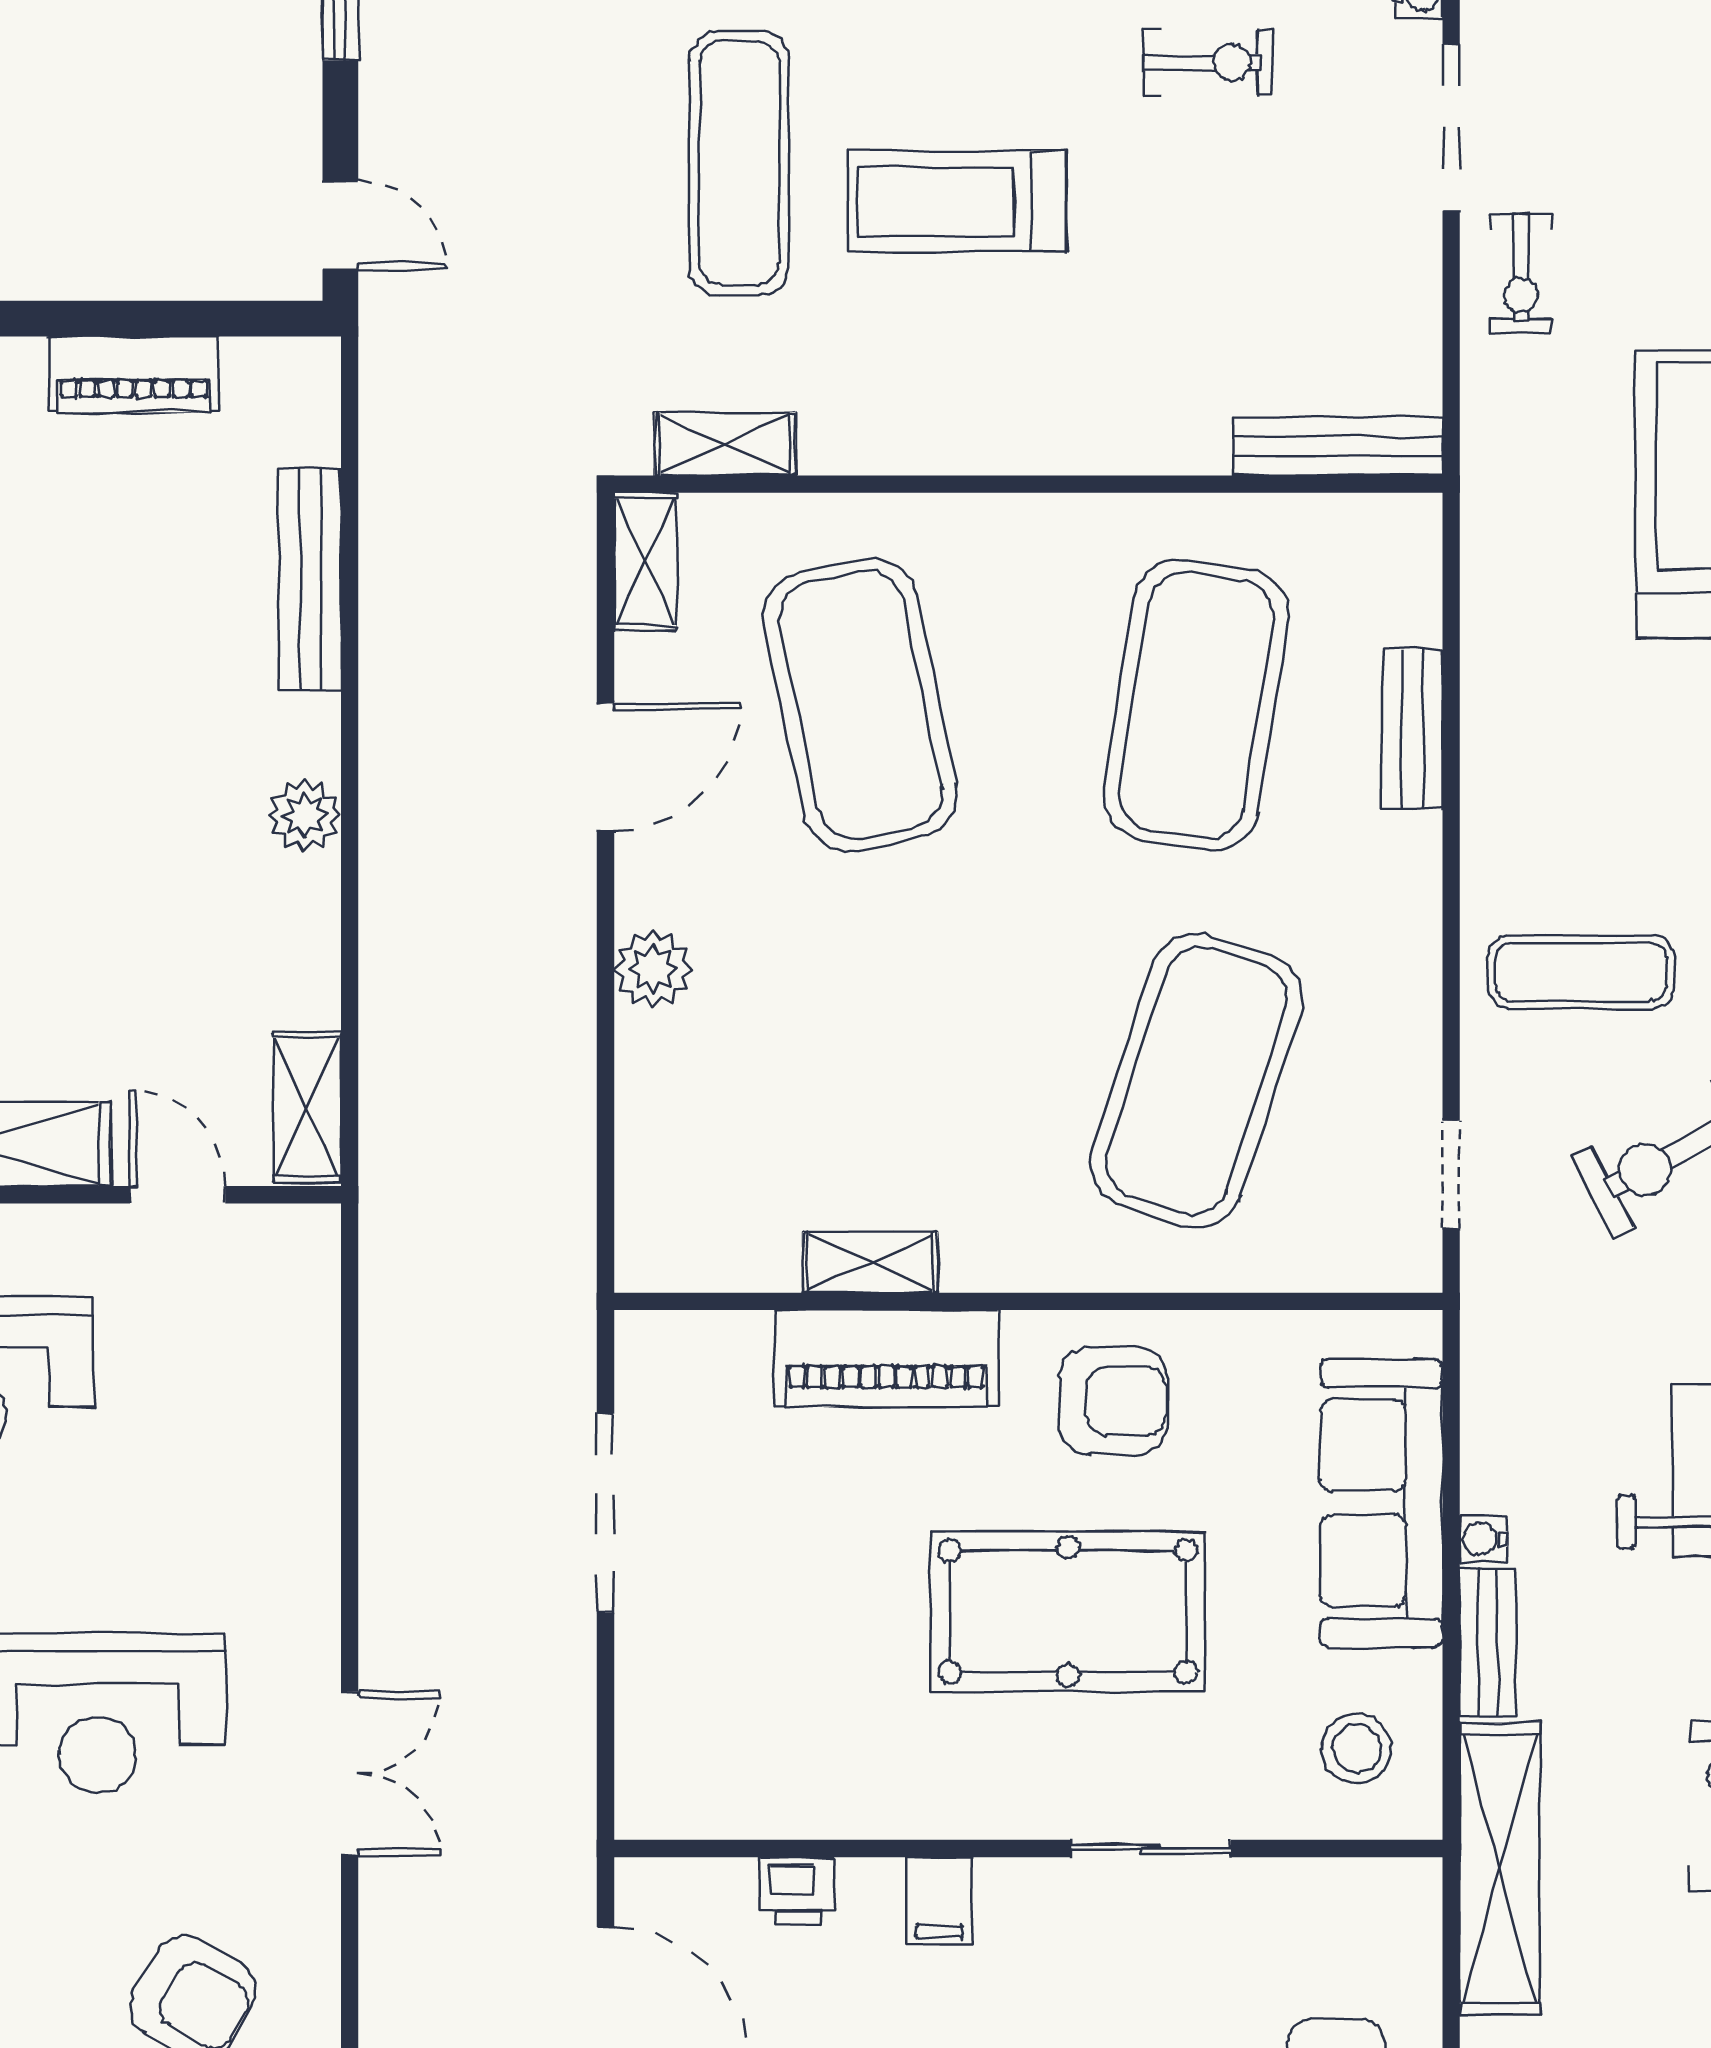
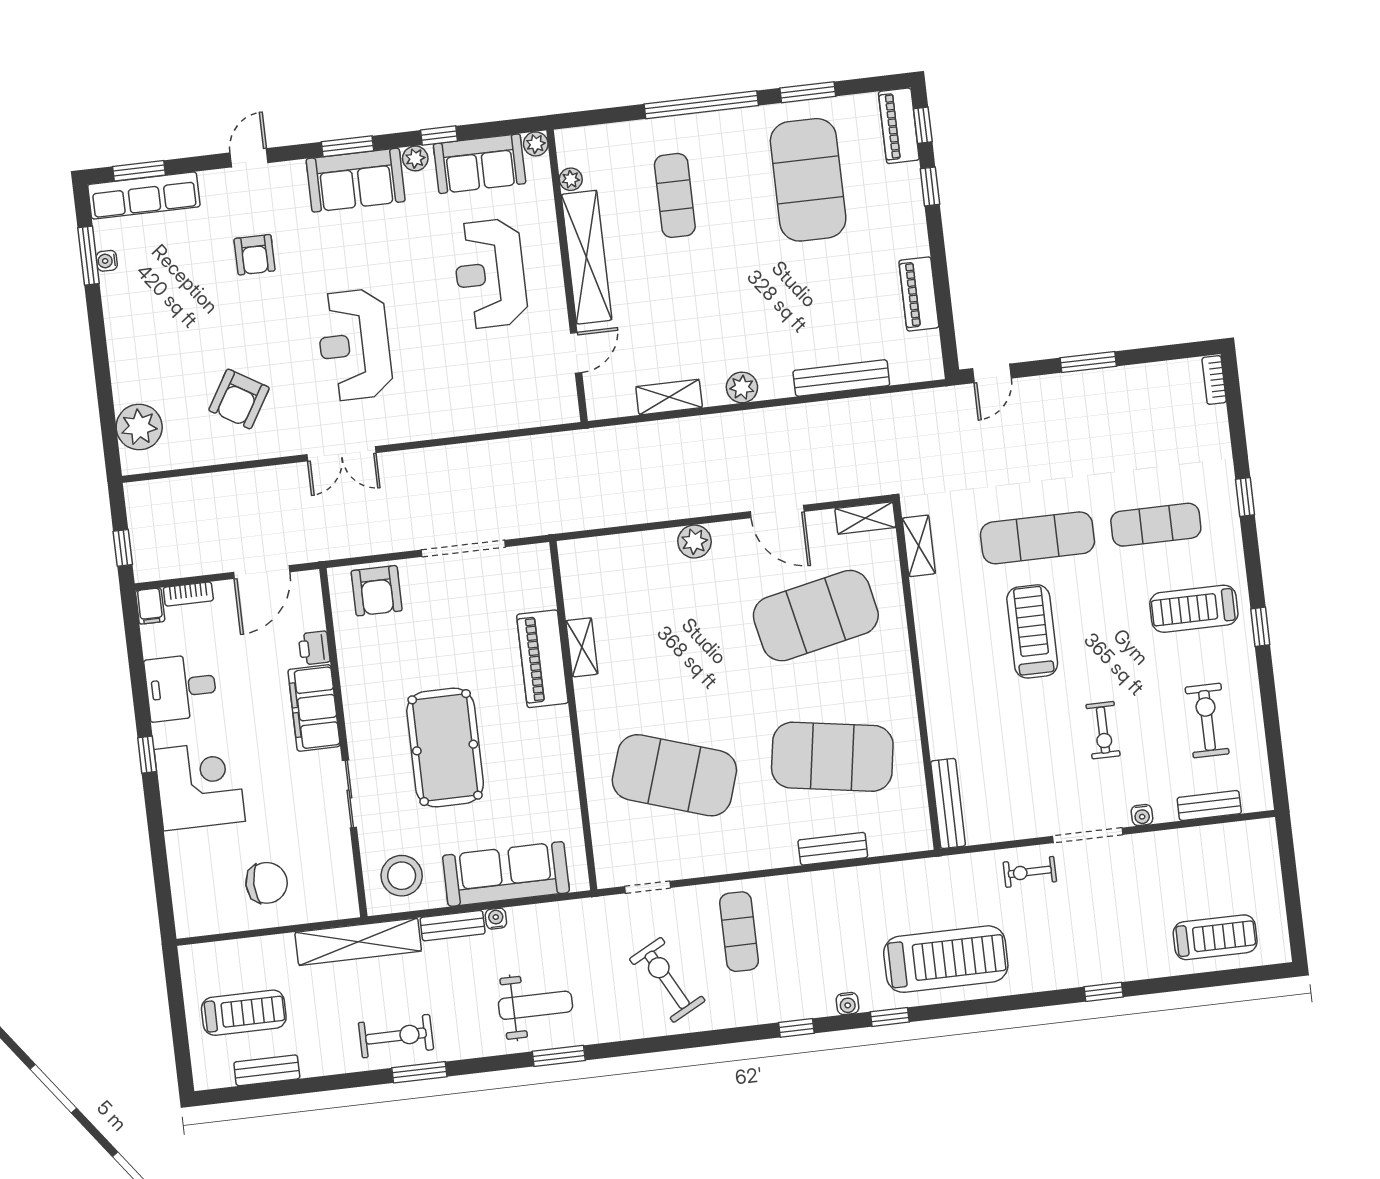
shelving: (307, 1107) -> (669, 397), moved
armchair: (1113, 1401) -> (377, 591), moved
stool: (1357, 1748) -> (402, 876), width x1.38, depth x1.38
filing cabinet: (939, 1901) -> (314, 708), width x3.00, depth x1.17

